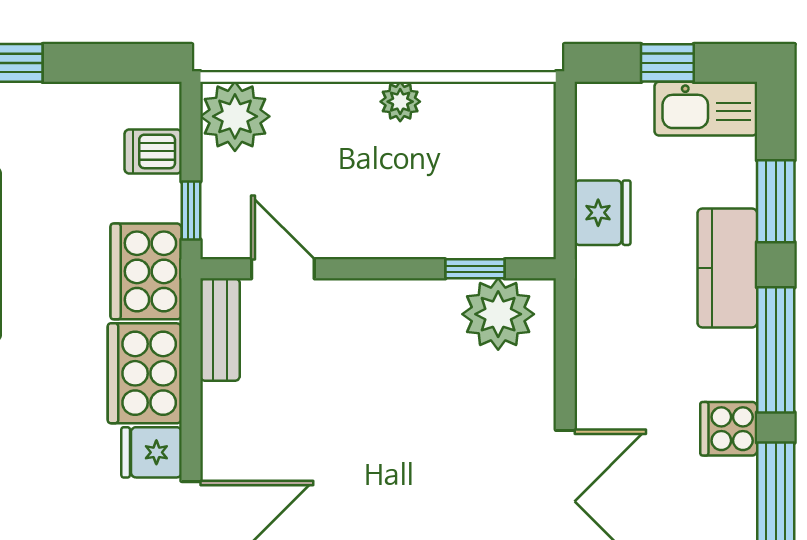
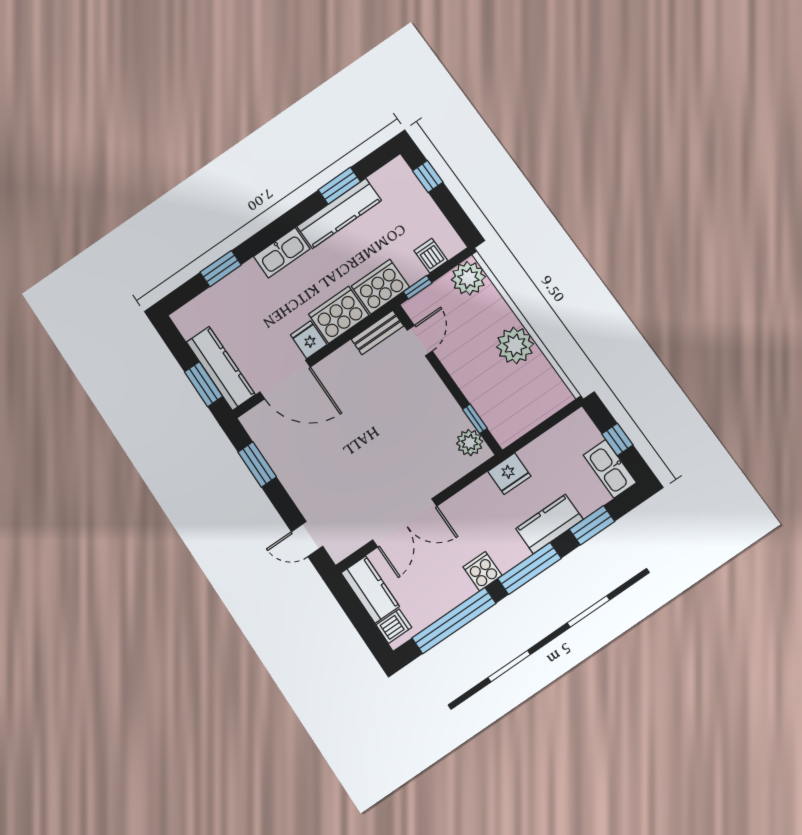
plant: (400, 102) -> (515, 345), width x1.87, depth x1.87
fridge: (603, 213) -> (509, 474), moved
plant: (498, 314) -> (470, 443), width x0.73, depth x0.73

